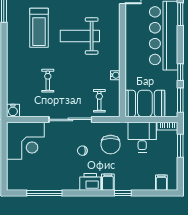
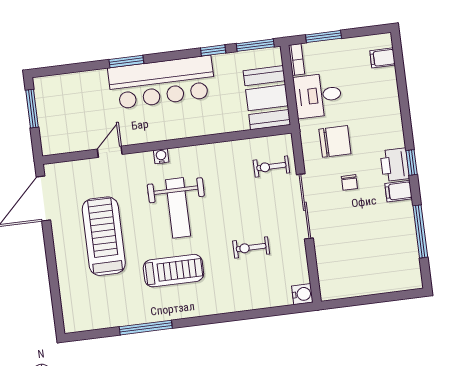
water cooler: (115, 75) -> (161, 156), moved
corner desk: (25, 141) -> (345, 270), removed
filing cabinet: (108, 182) -> (398, 191), moved
window: (123, 193) -> (412, 162), moved

